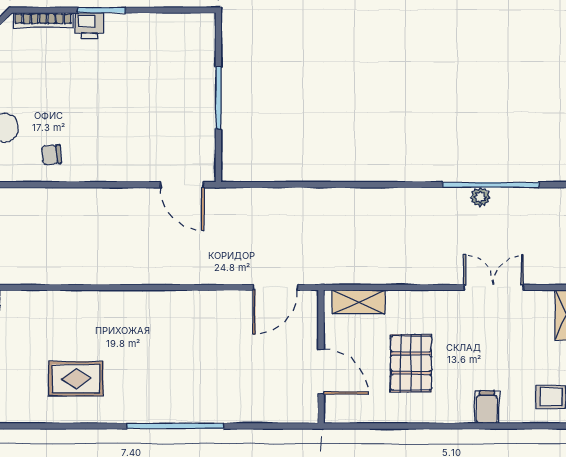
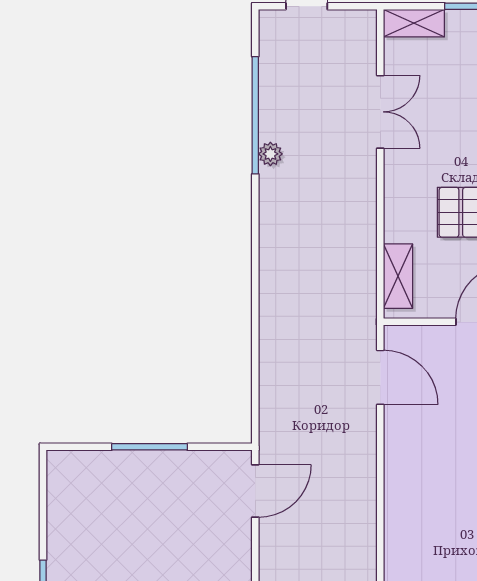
plant: (480, 197) -> (270, 154), moved
double door: (494, 287) -> (380, 112), swing flipped

